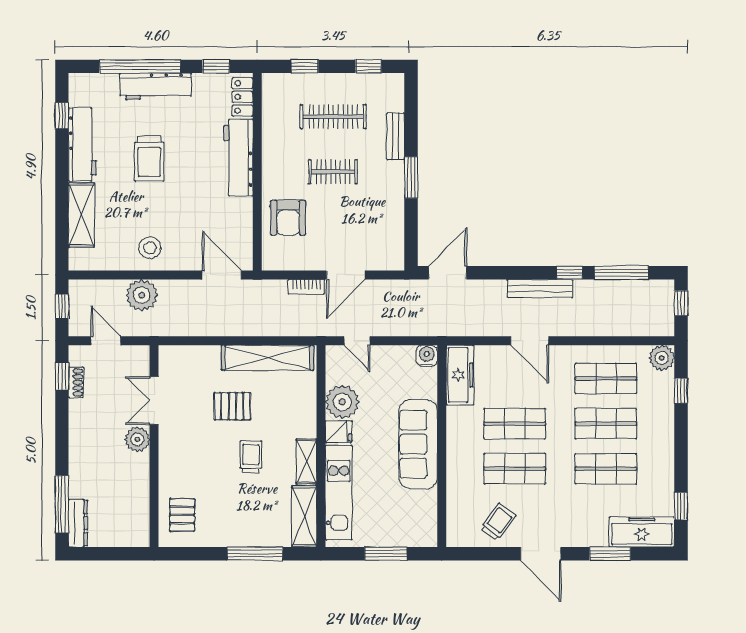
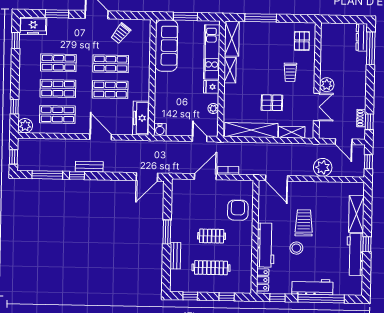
window: (62, 116) -> (367, 244), moved
trolley: (149, 159) -> (304, 223), moved
stool: (150, 248) -> (296, 248), moved
bench: (540, 289) -> (89, 167), width x0.73
shelving: (197, 355) -> (292, 132), added
plant: (342, 402) -> (213, 109), width x0.53, depth x0.53
sofa: (418, 444) -> (166, 46), moved
trolley: (251, 457) -> (290, 72), moved
freezer: (642, 532) -> (33, 26), width x0.71

